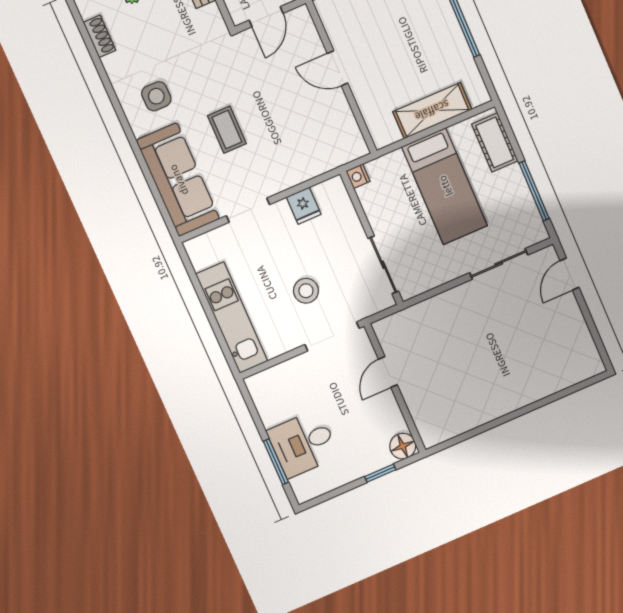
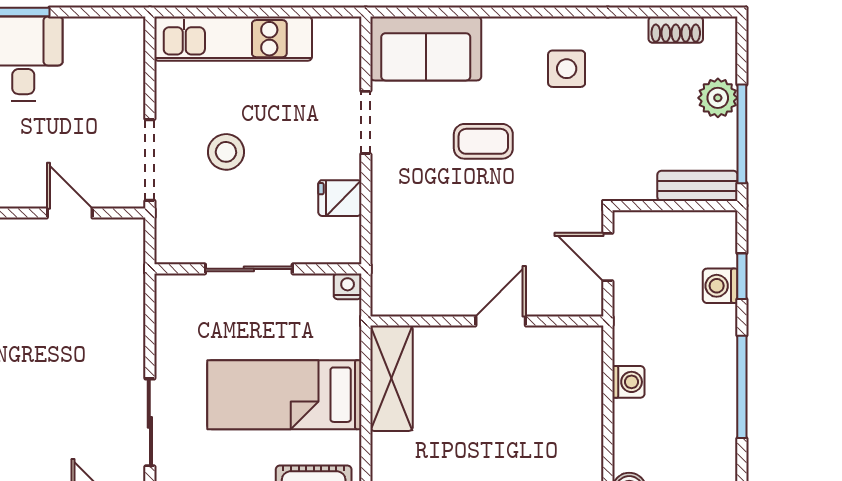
shelving: (432, 111) -> (391, 378), moved
sofa: (178, 180) -> (426, 48), width x0.73
sliding door: (383, 265) -> (249, 269), moved

